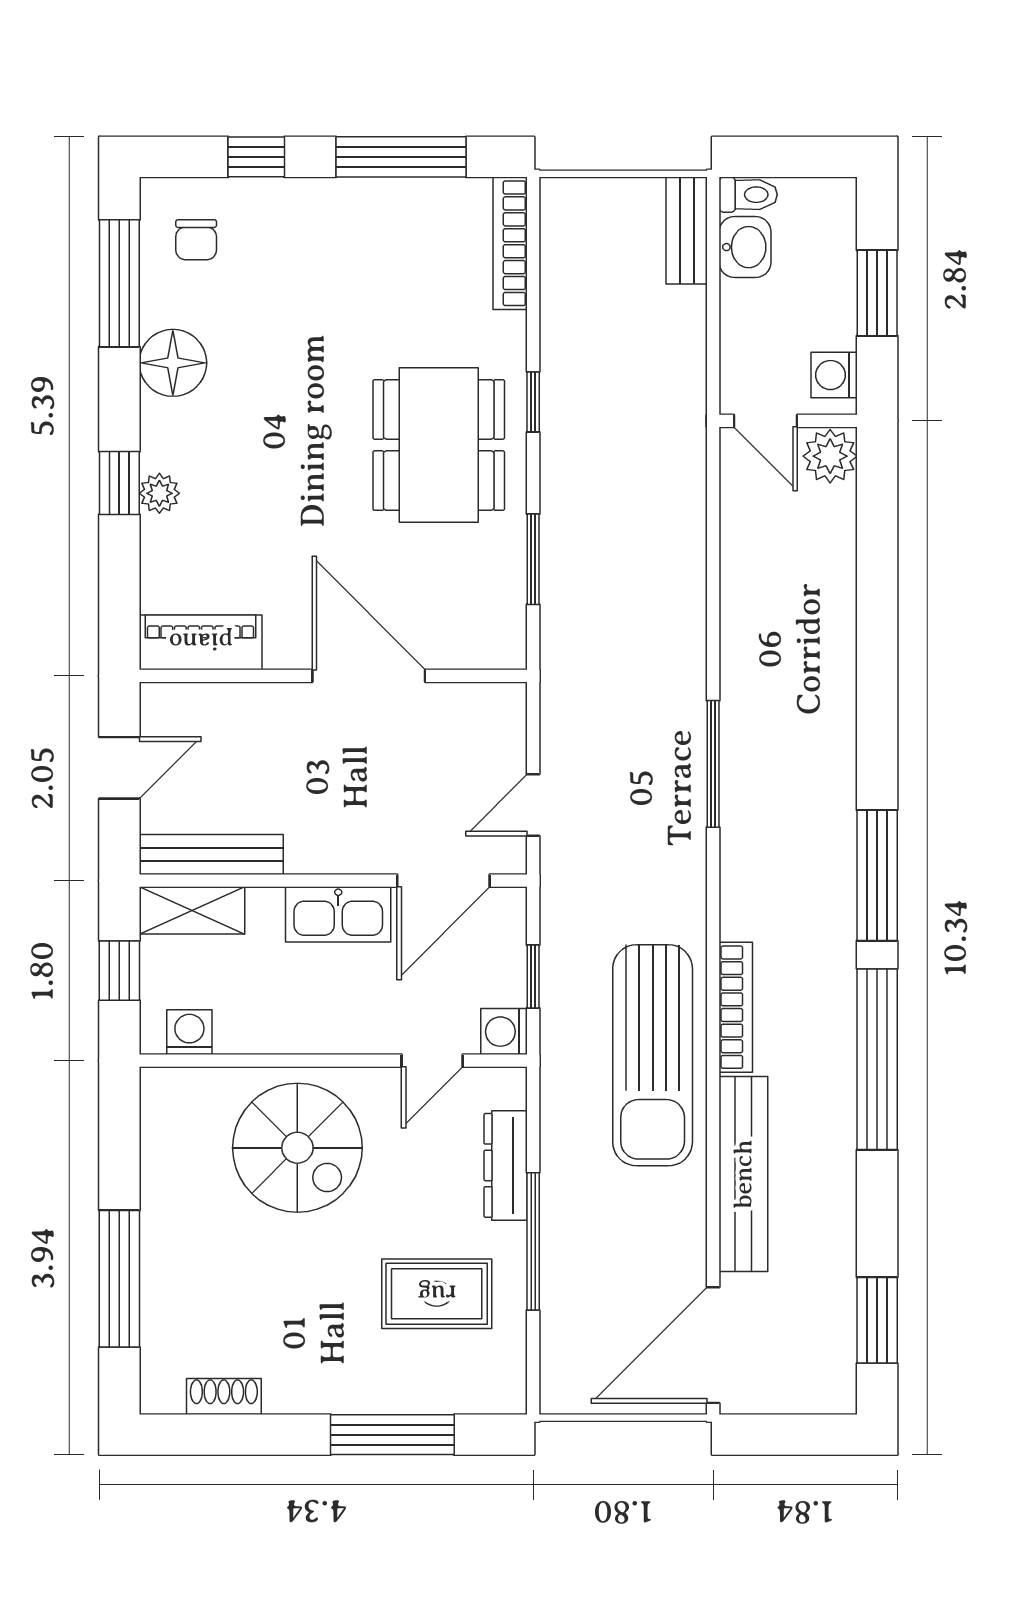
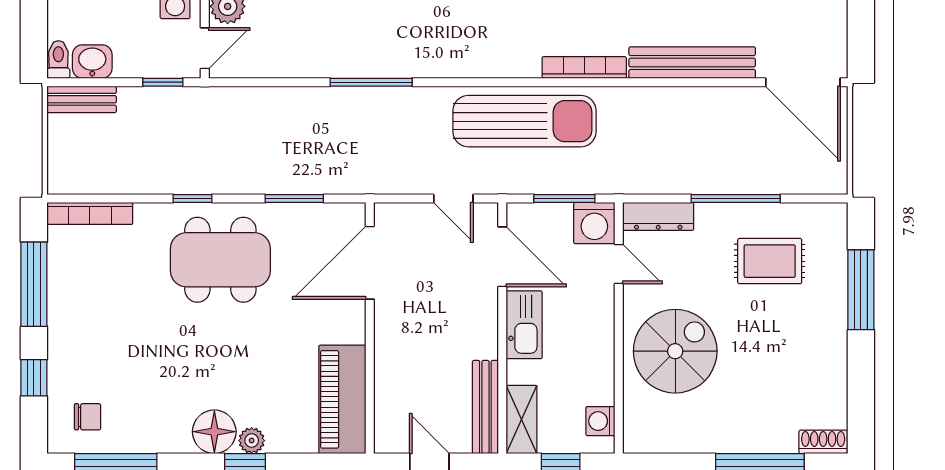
window: (713, 356) -> (163, 82), added
floor lamp: (173, 363) -> (214, 432), moved
piano: (201, 642) -> (342, 399), width x1.37, depth x1.33
door: (369, 676) -> (370, 263), moved
window: (713, 764) -> (371, 82), moved
window: (533, 977) -> (564, 199), width x1.50
washing machine: (504, 1032) -> (594, 223), width x1.38, depth x1.38
sun lounger: (653, 1055) -> (525, 121), moved
dresser: (506, 1165) -> (658, 216), moved
rug: (437, 1294) -> (770, 261), turned 90
shoe rack: (224, 1396) -> (823, 442), moved, turned 90

